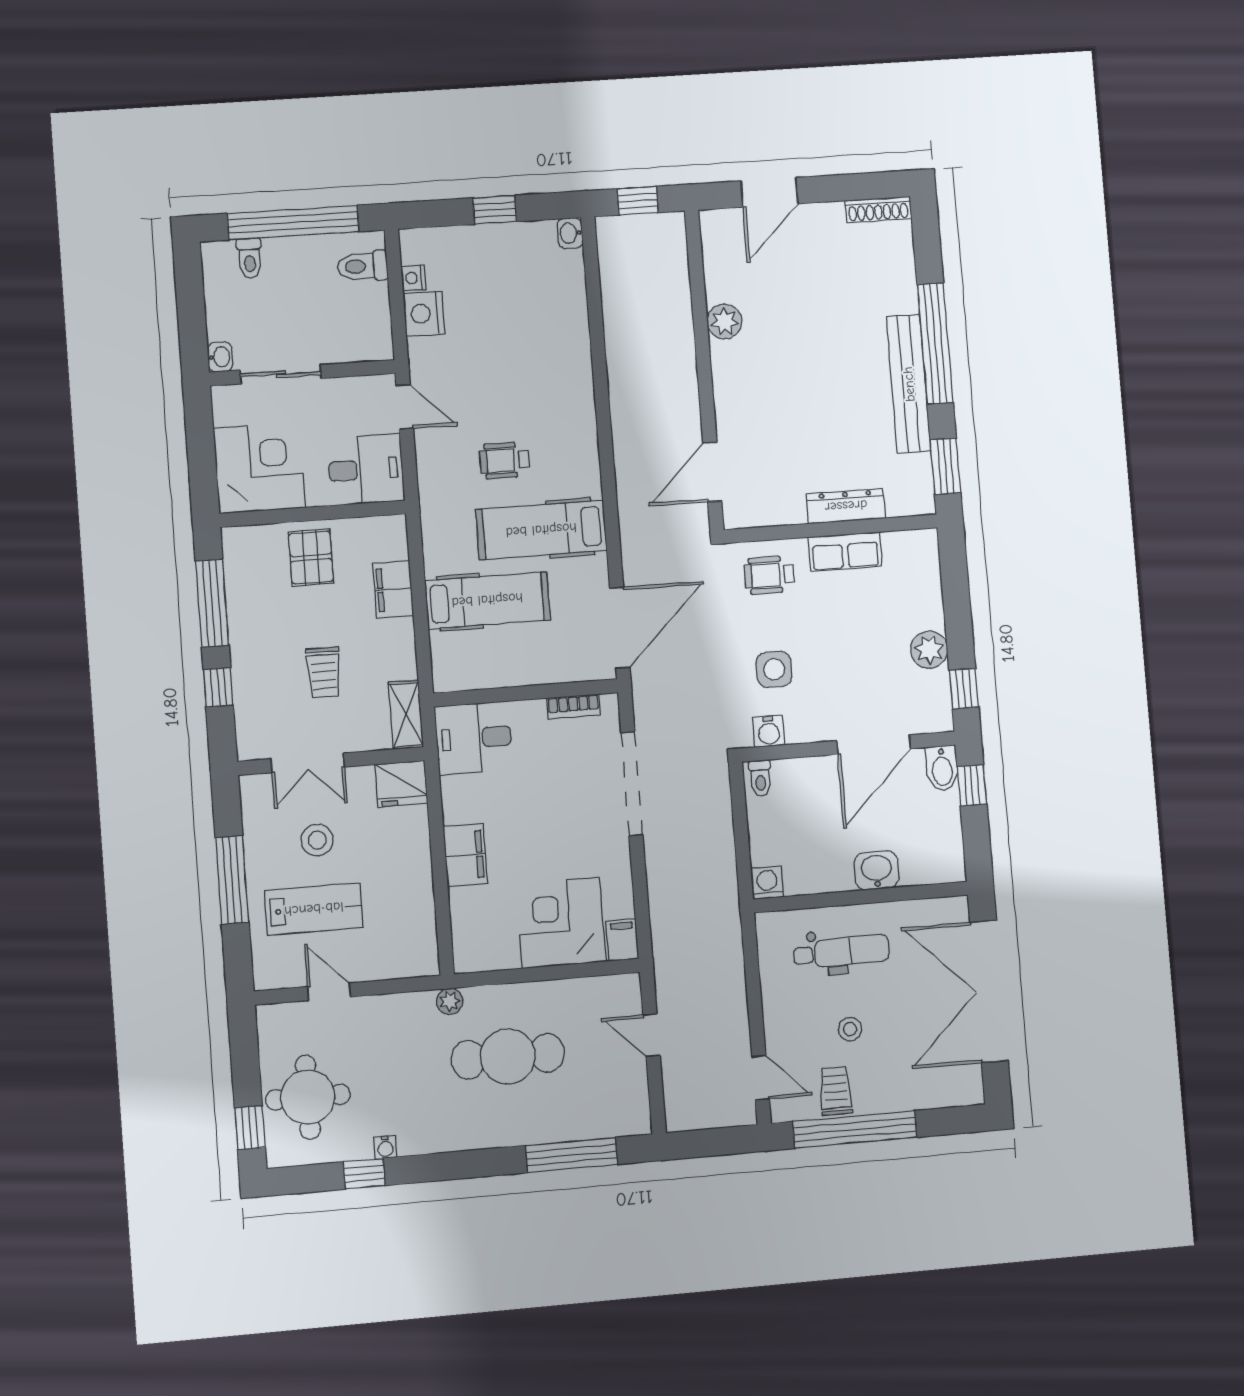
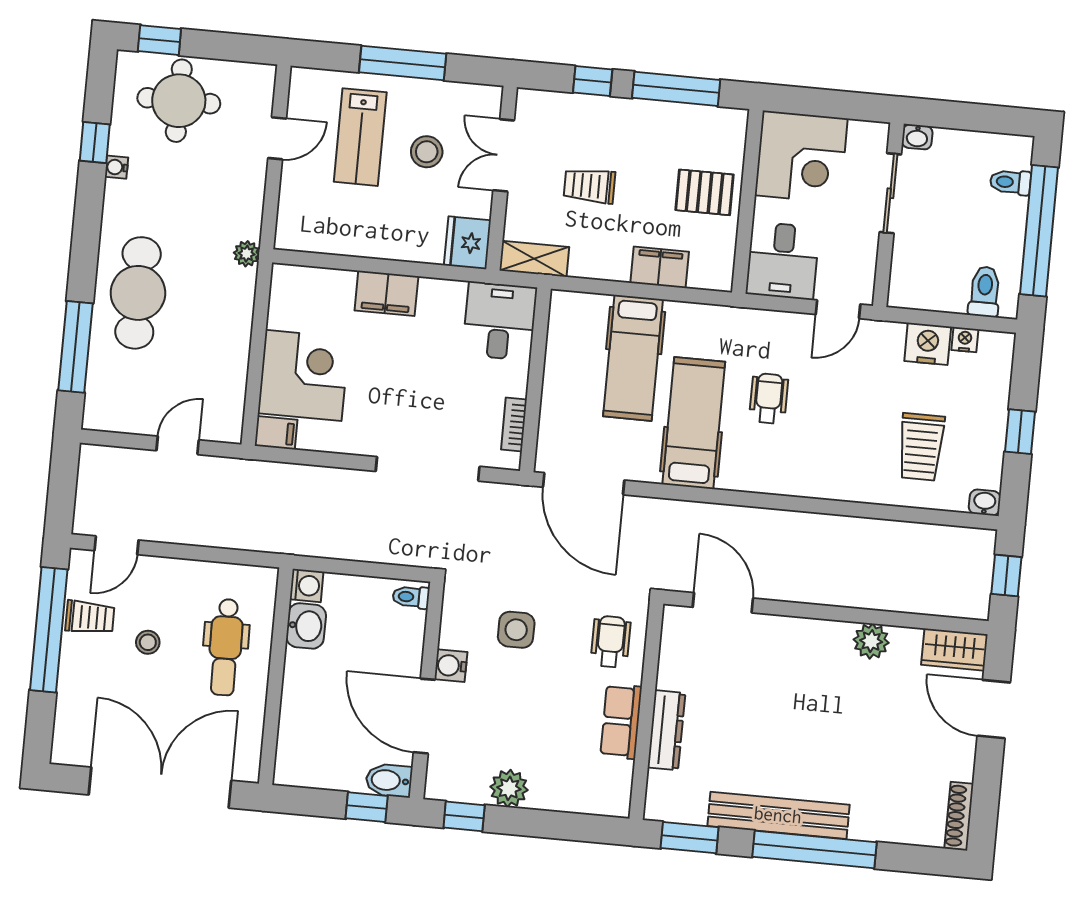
wardrobe: (718, 240) -> (954, 650), added
trolley: (526, 304) -> (921, 447), added
water cooler: (769, 731) -> (451, 666), moved
washbasin: (877, 870) -> (306, 626), moved
cafe table: (508, 1056) -> (138, 293), moved

